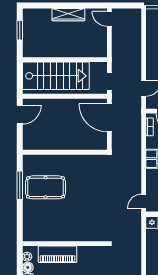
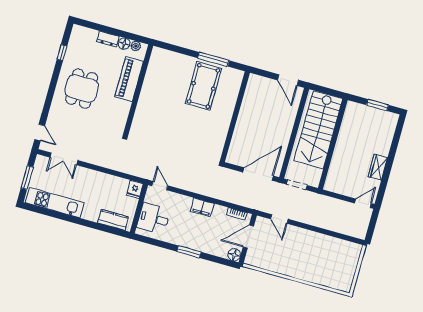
wardrobe: (68, 15) -> (378, 167), width x0.67

